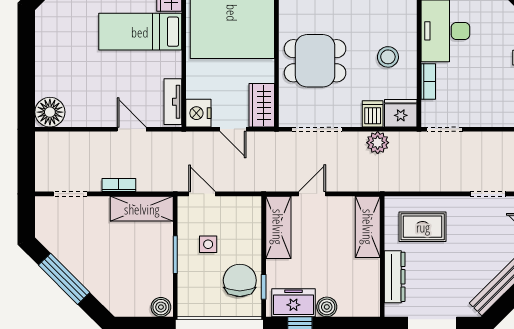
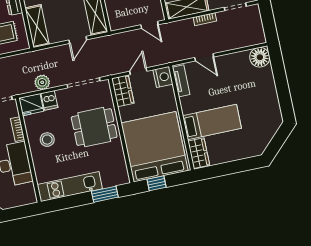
door: (233, 129) -> (138, 71), hinge flipped

